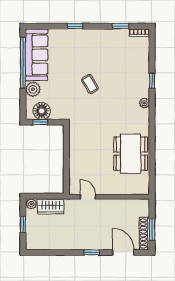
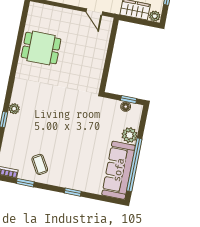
coffee table: (90, 84) -> (40, 164), moved
plant: (144, 103) -> (14, 109), moved
floor lamp: (42, 111) -> (126, 107), width x0.53, depth x0.53
dining table: (131, 154) -> (41, 48), width x0.73

